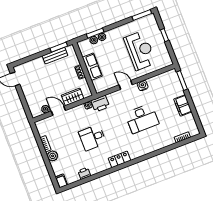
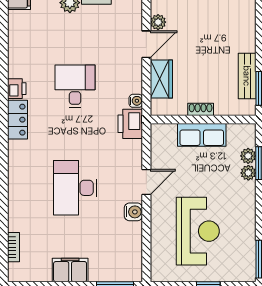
reception desk: (140, 50) -> (198, 231), turned -90
printer: (84, 173) -> (17, 89), moved

